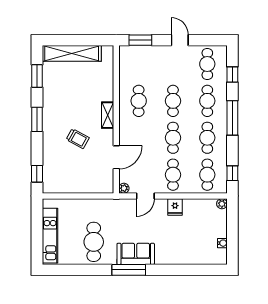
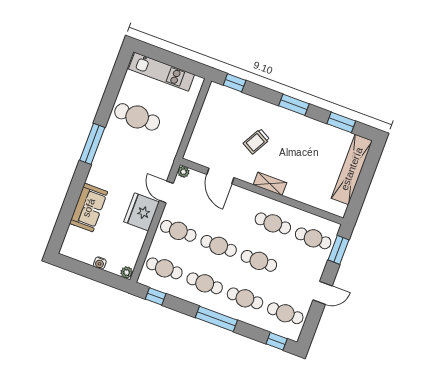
cafe table: (139, 64) -> (313, 238), added
window: (232, 75) -> (277, 341), moved
fridge: (175, 207) -> (142, 212), width x1.88, depth x1.34
water cooler: (222, 243) -> (100, 263), moved
sofa: (136, 254) -> (89, 208), moved

